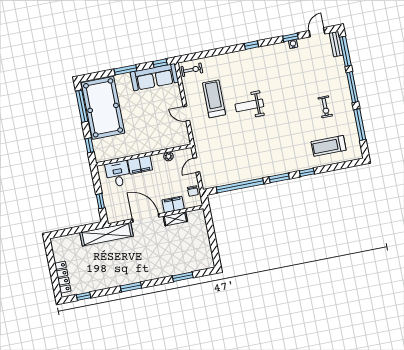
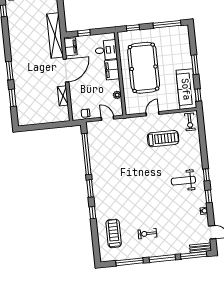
window: (290, 37) -> (208, 196), moved
weight bench: (249, 105) -> (183, 181), moved, turned -90
pool table: (103, 108) -> (144, 68), moved, turned 90
filing cabinet: (173, 204) -> (70, 47), moved
window: (131, 287) -> (10, 71), moved

